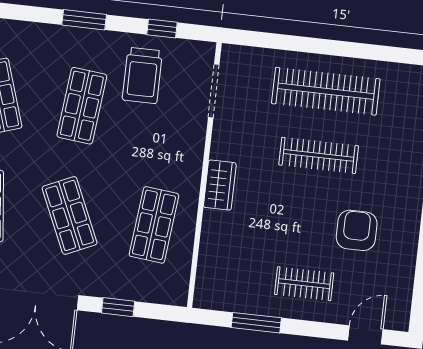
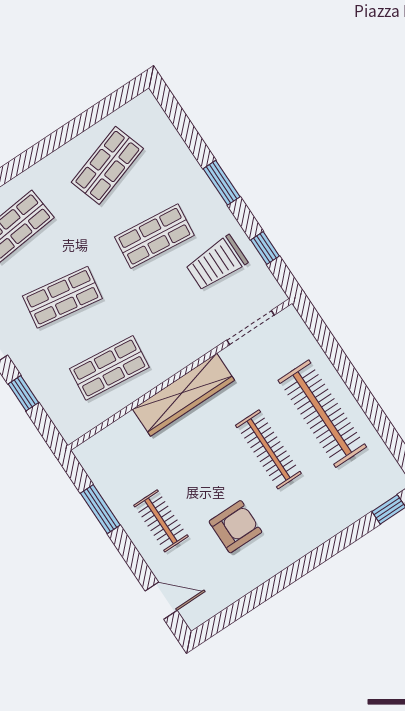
wardrobe: (220, 185) -> (184, 395), width x2.10, depth x1.17
shop shelf: (70, 215) -> (62, 297), turned 33

